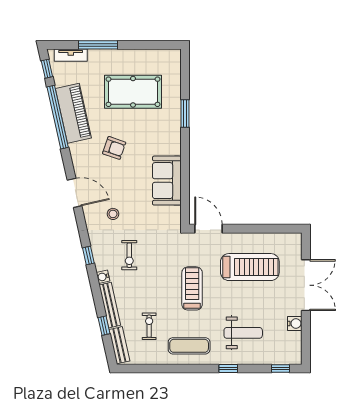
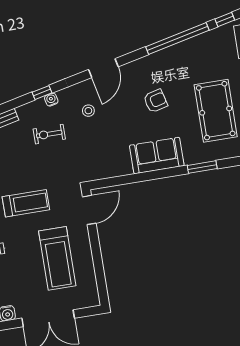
piano: (73, 113) -> (184, 54), removed
armchair: (114, 148) -> (155, 101), turned -123
sofa: (167, 181) -> (157, 156), moved
water cooler: (103, 277) -> (51, 100), moved

